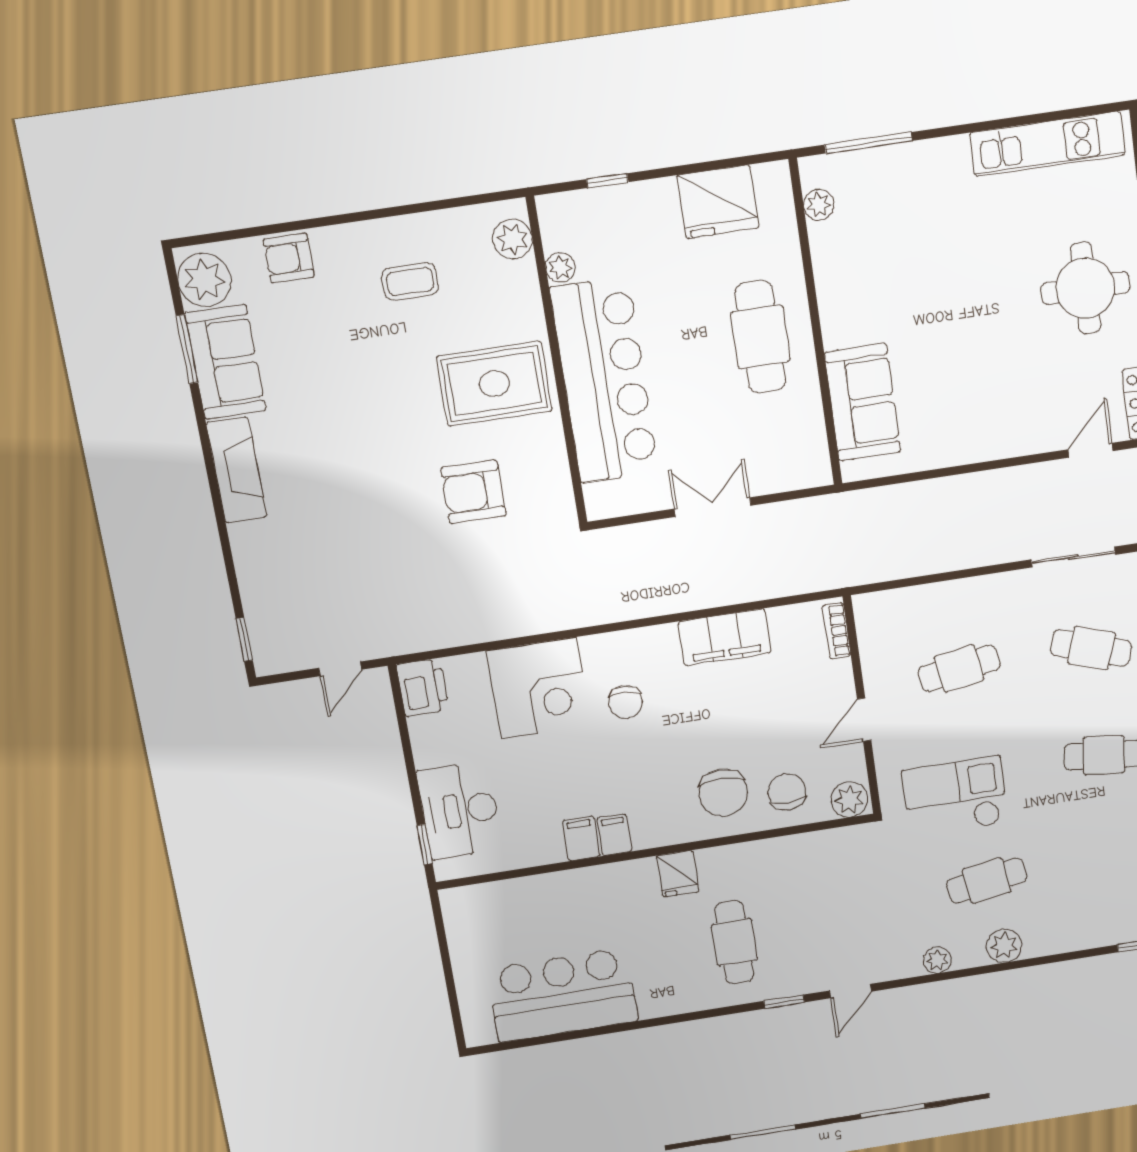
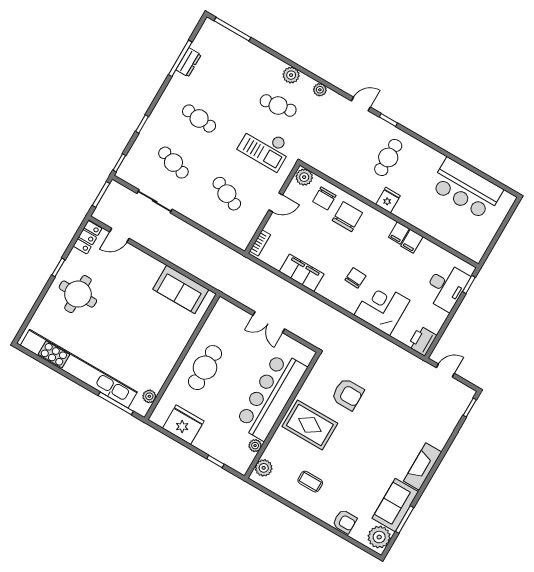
kitchen unit: (1047, 144) -> (79, 369), width x1.86
sofa: (863, 402) -> (181, 289), moved, turned -90
cafe table: (959, 668) -> (227, 194), turned 33

